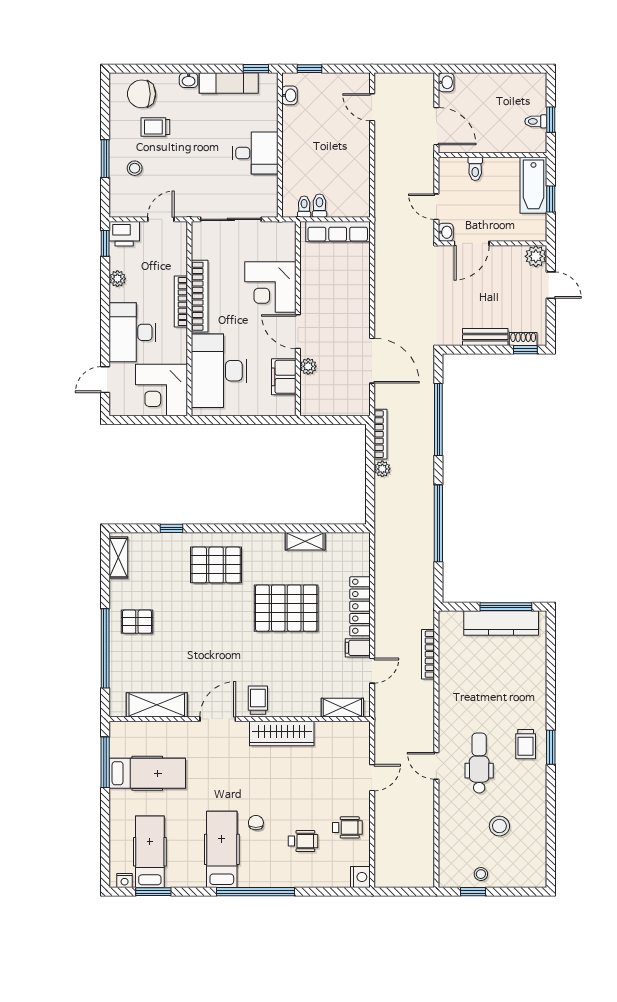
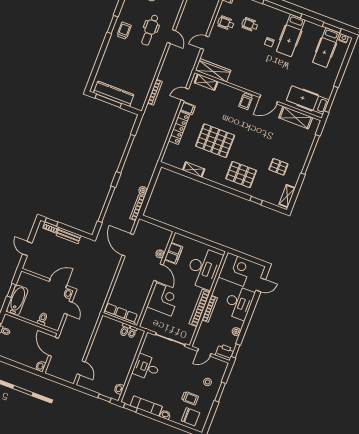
plant: (536, 256) -> (29, 265), removed
pallet: (137, 622) -> (278, 167), moved
wardrobe: (282, 733) -> (213, 70), moved
hospital bed: (147, 773) -> (308, 100), moved

